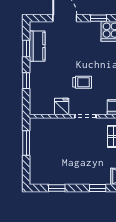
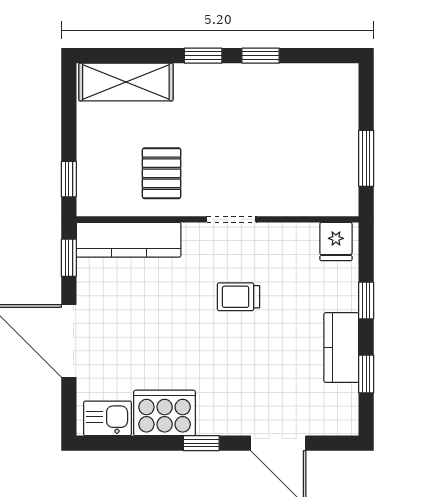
kitchen counter: (37, 46) -> (341, 348), moved
fridge: (62, 107) -> (336, 242), moved
window: (57, 188) -> (261, 56), moved

